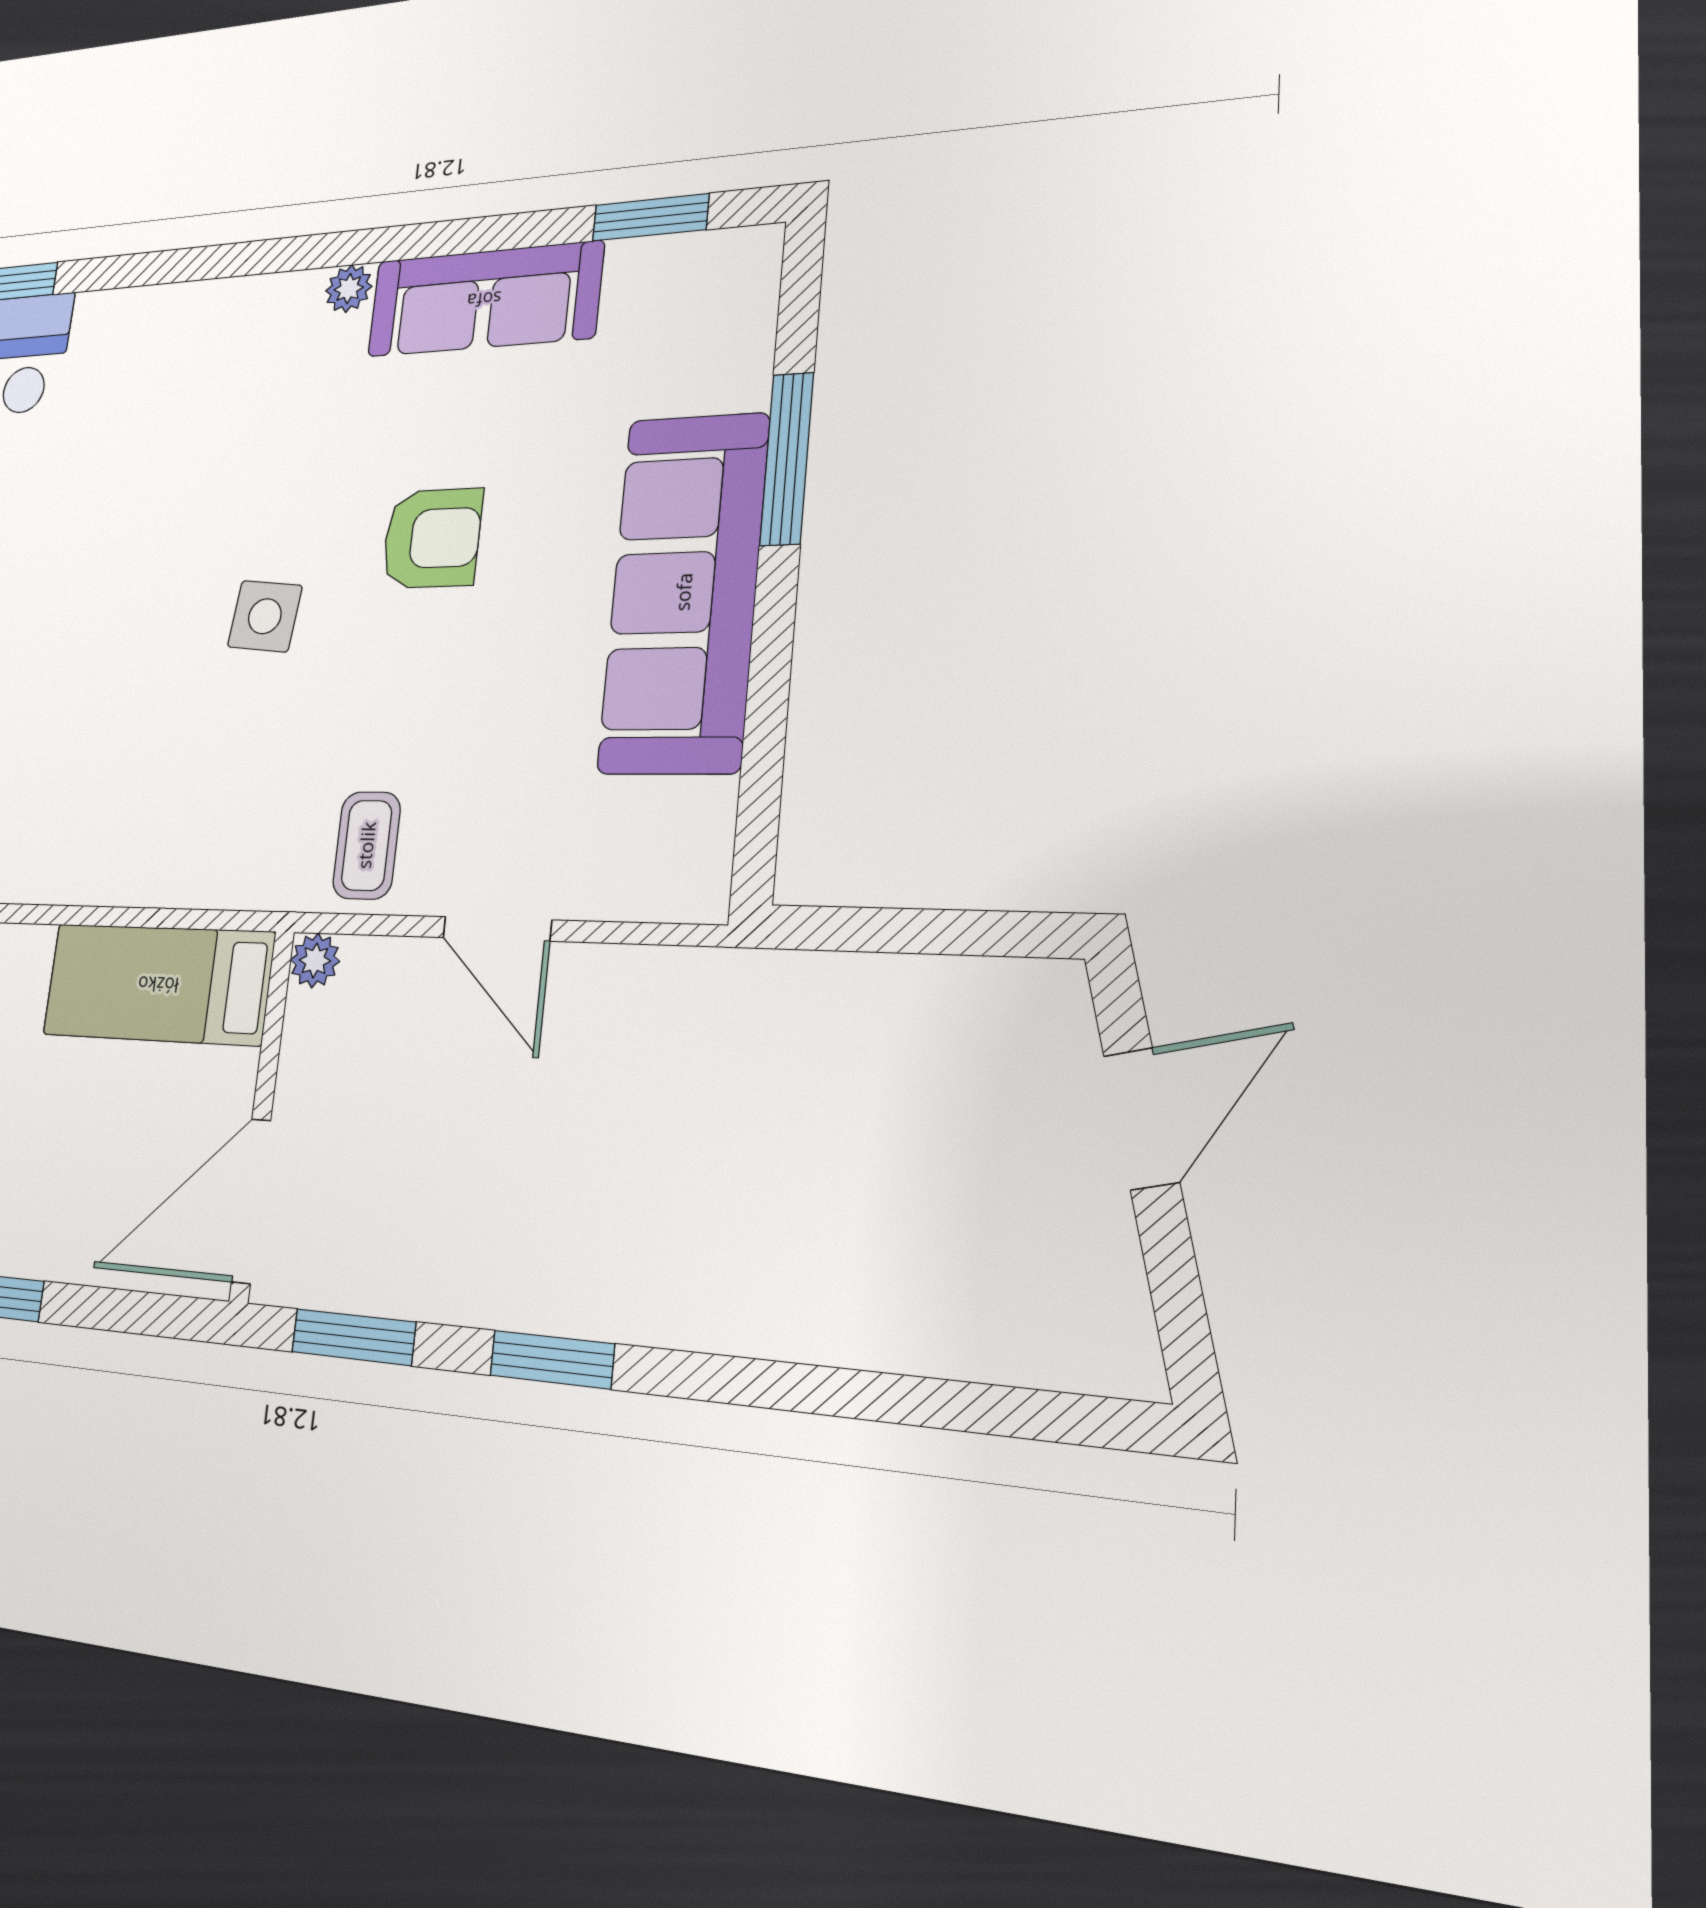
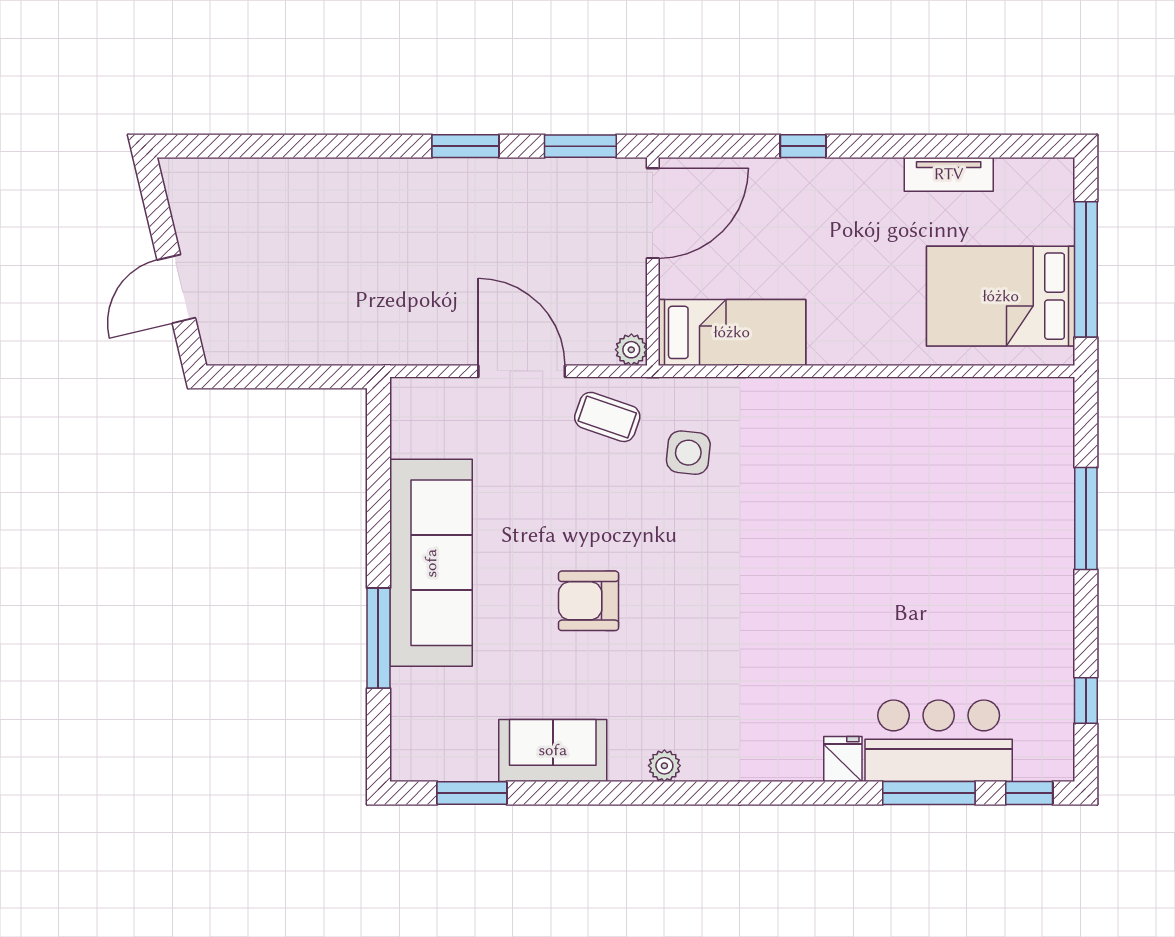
sofa: (484, 299) -> (553, 750), width x0.73
fridge: (99, 322) -> (843, 759), added
side table: (265, 616) -> (688, 453), moved
coffee table: (367, 845) -> (607, 417), turned -71
door: (497, 929) -> (522, 371), width x1.36

